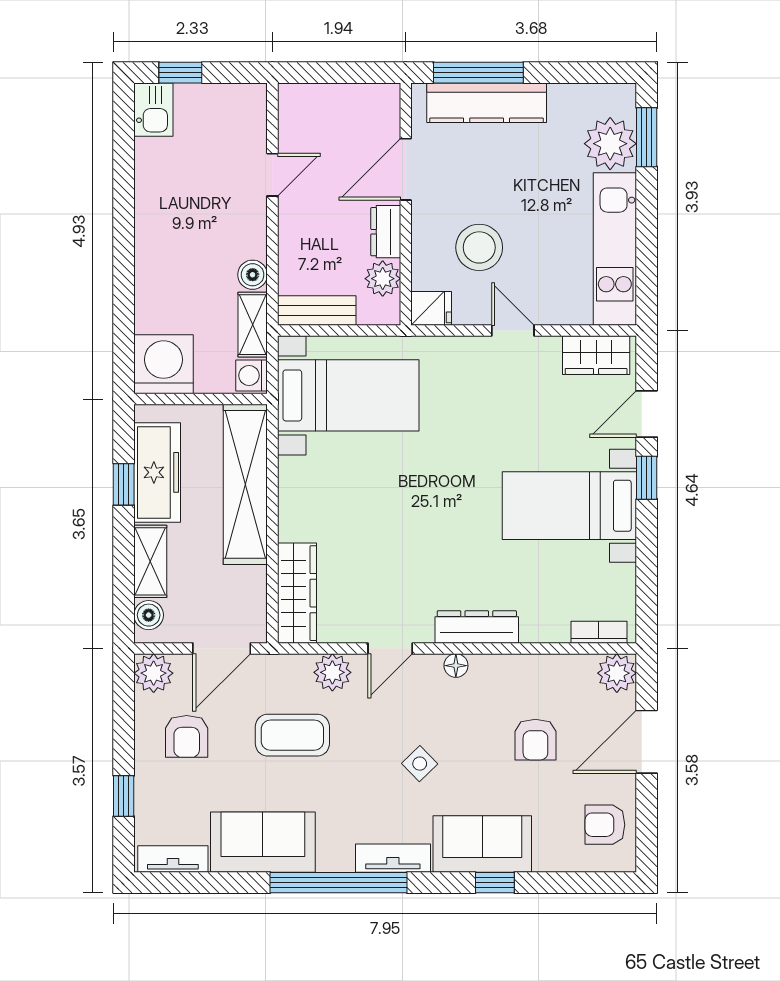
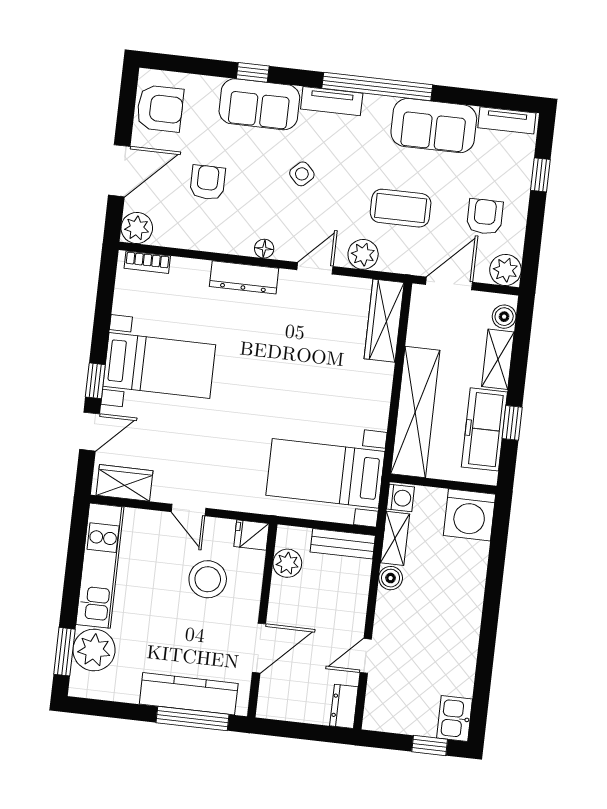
dresser: (386, 232) -> (344, 706), moved, turned 180
armchair: (605, 825) -> (160, 108), width x1.38, depth x1.38

